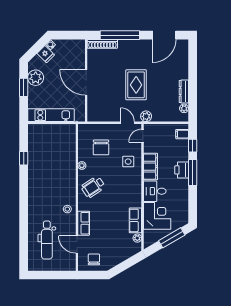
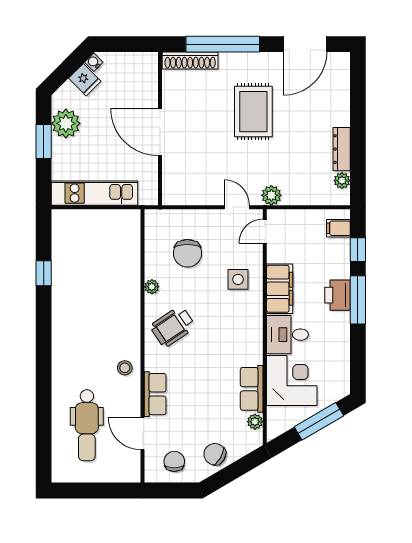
rug: (136, 85) -> (253, 112), moved
chair: (116, 256) -> (215, 454), added

